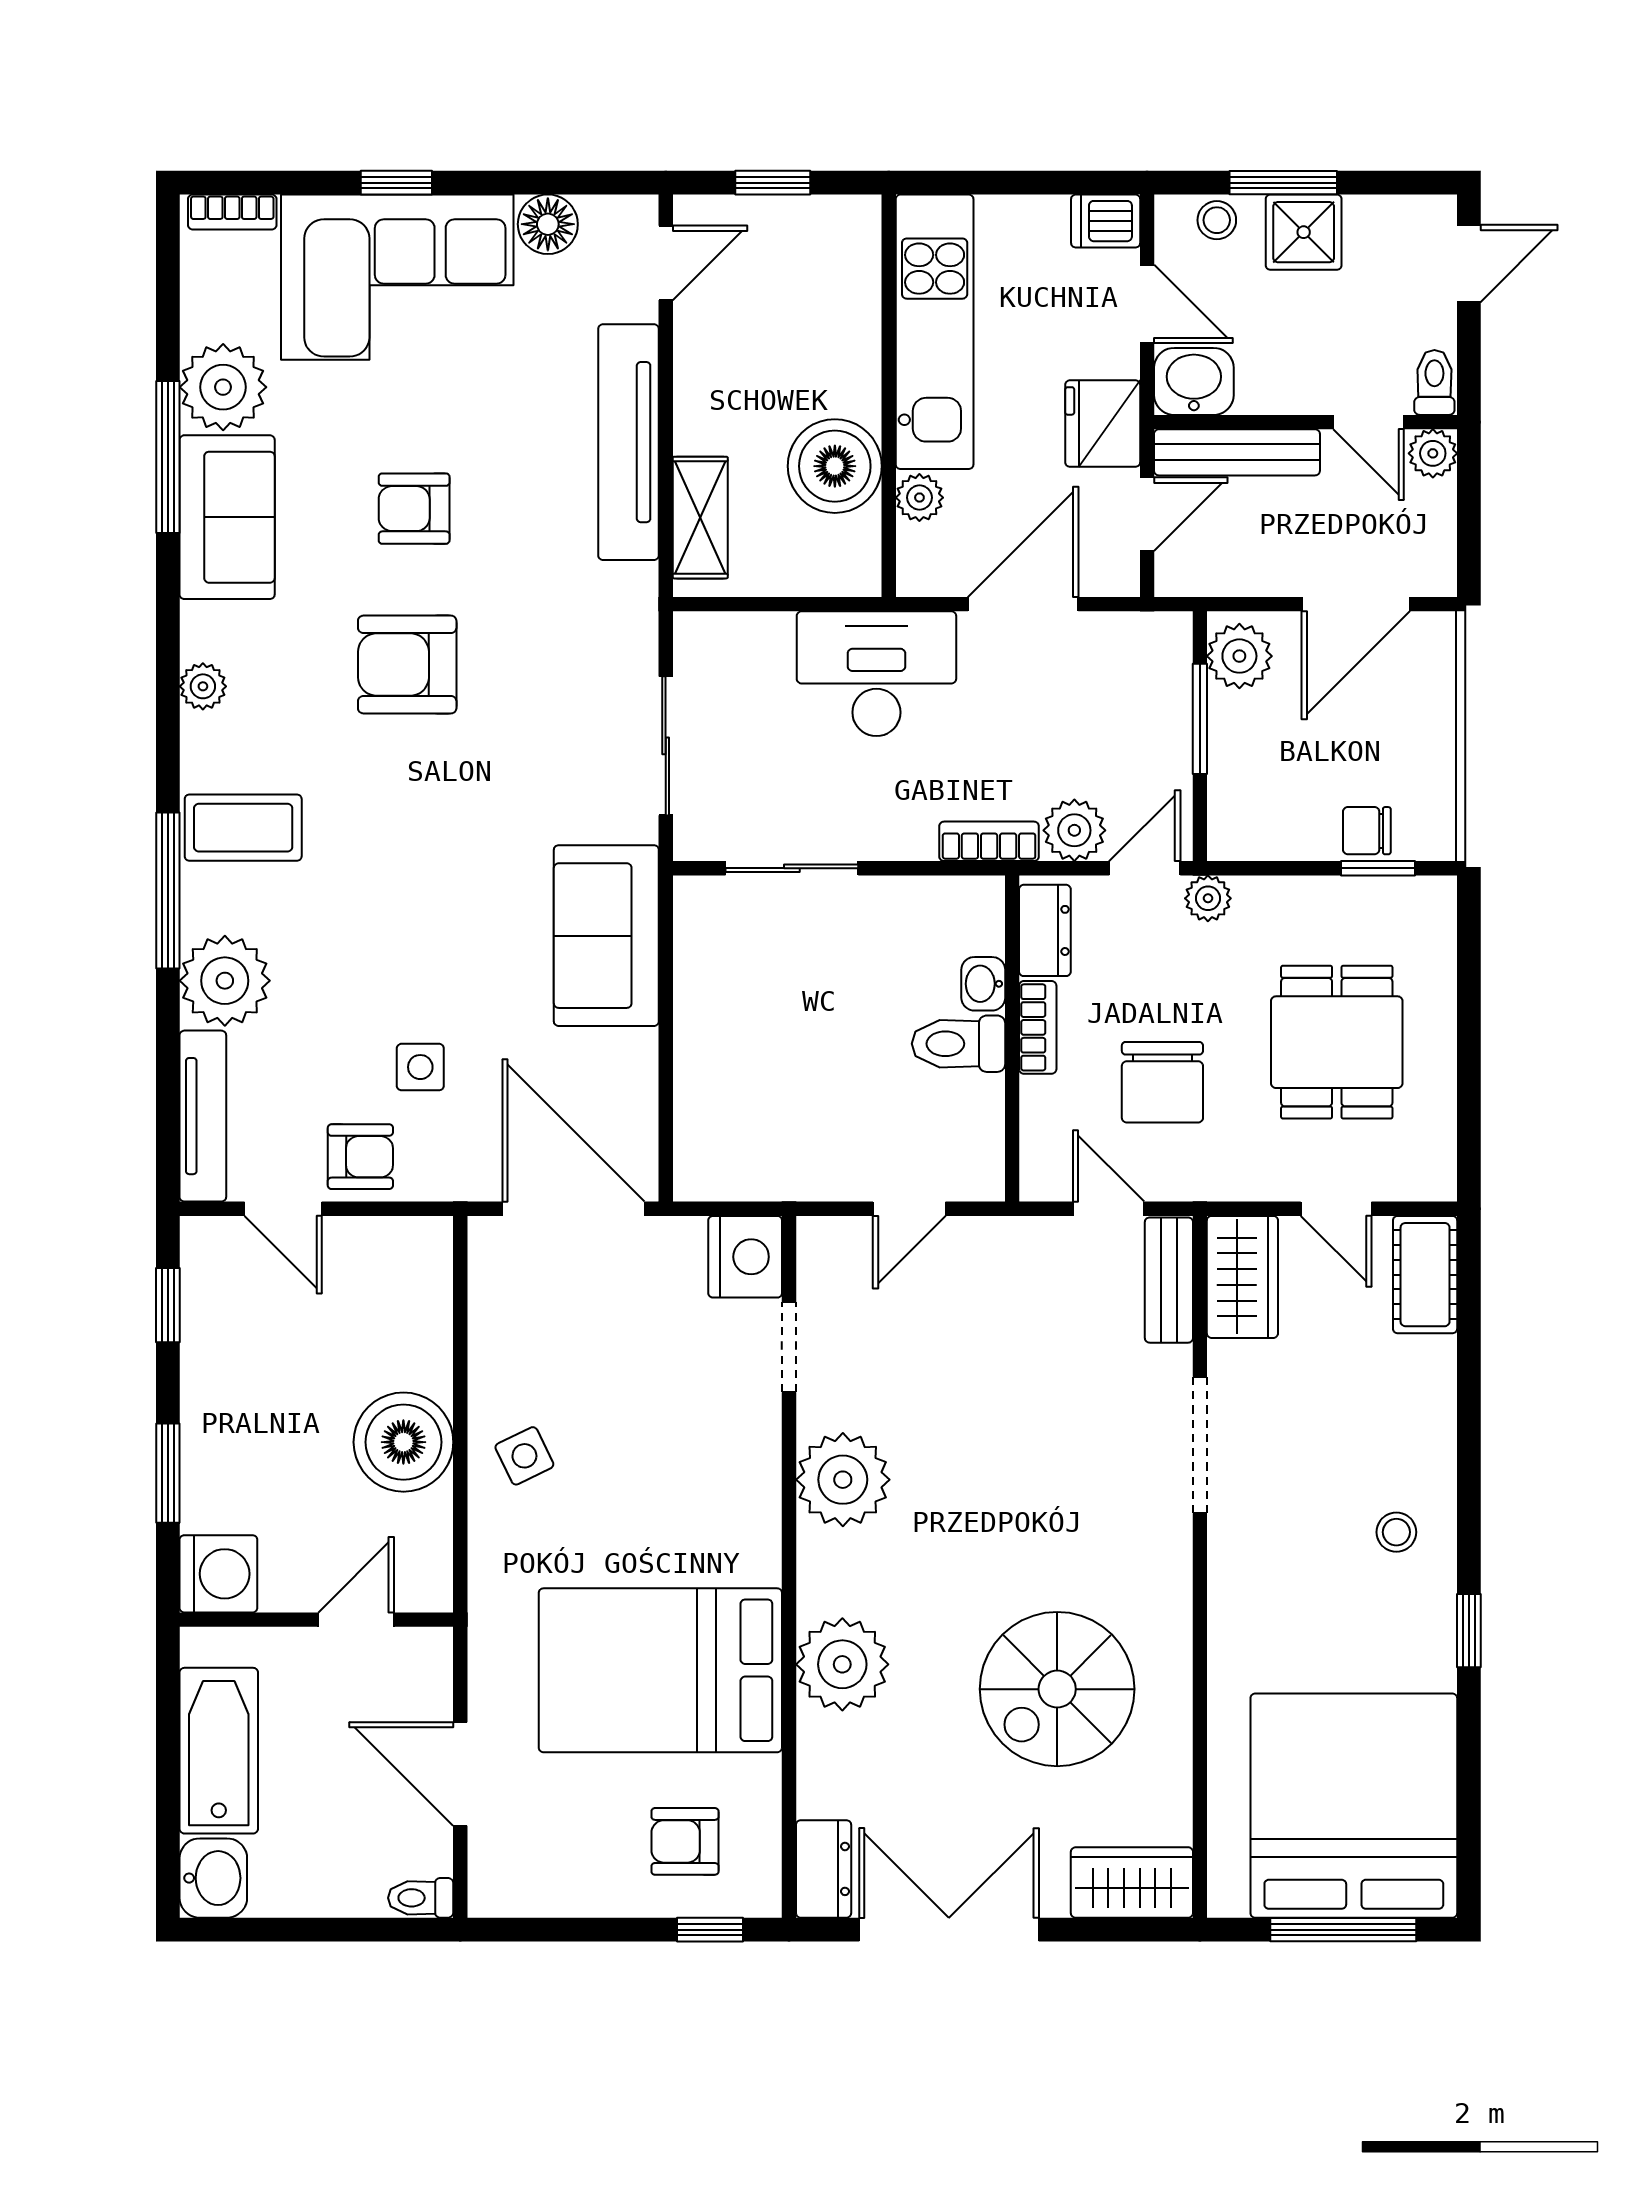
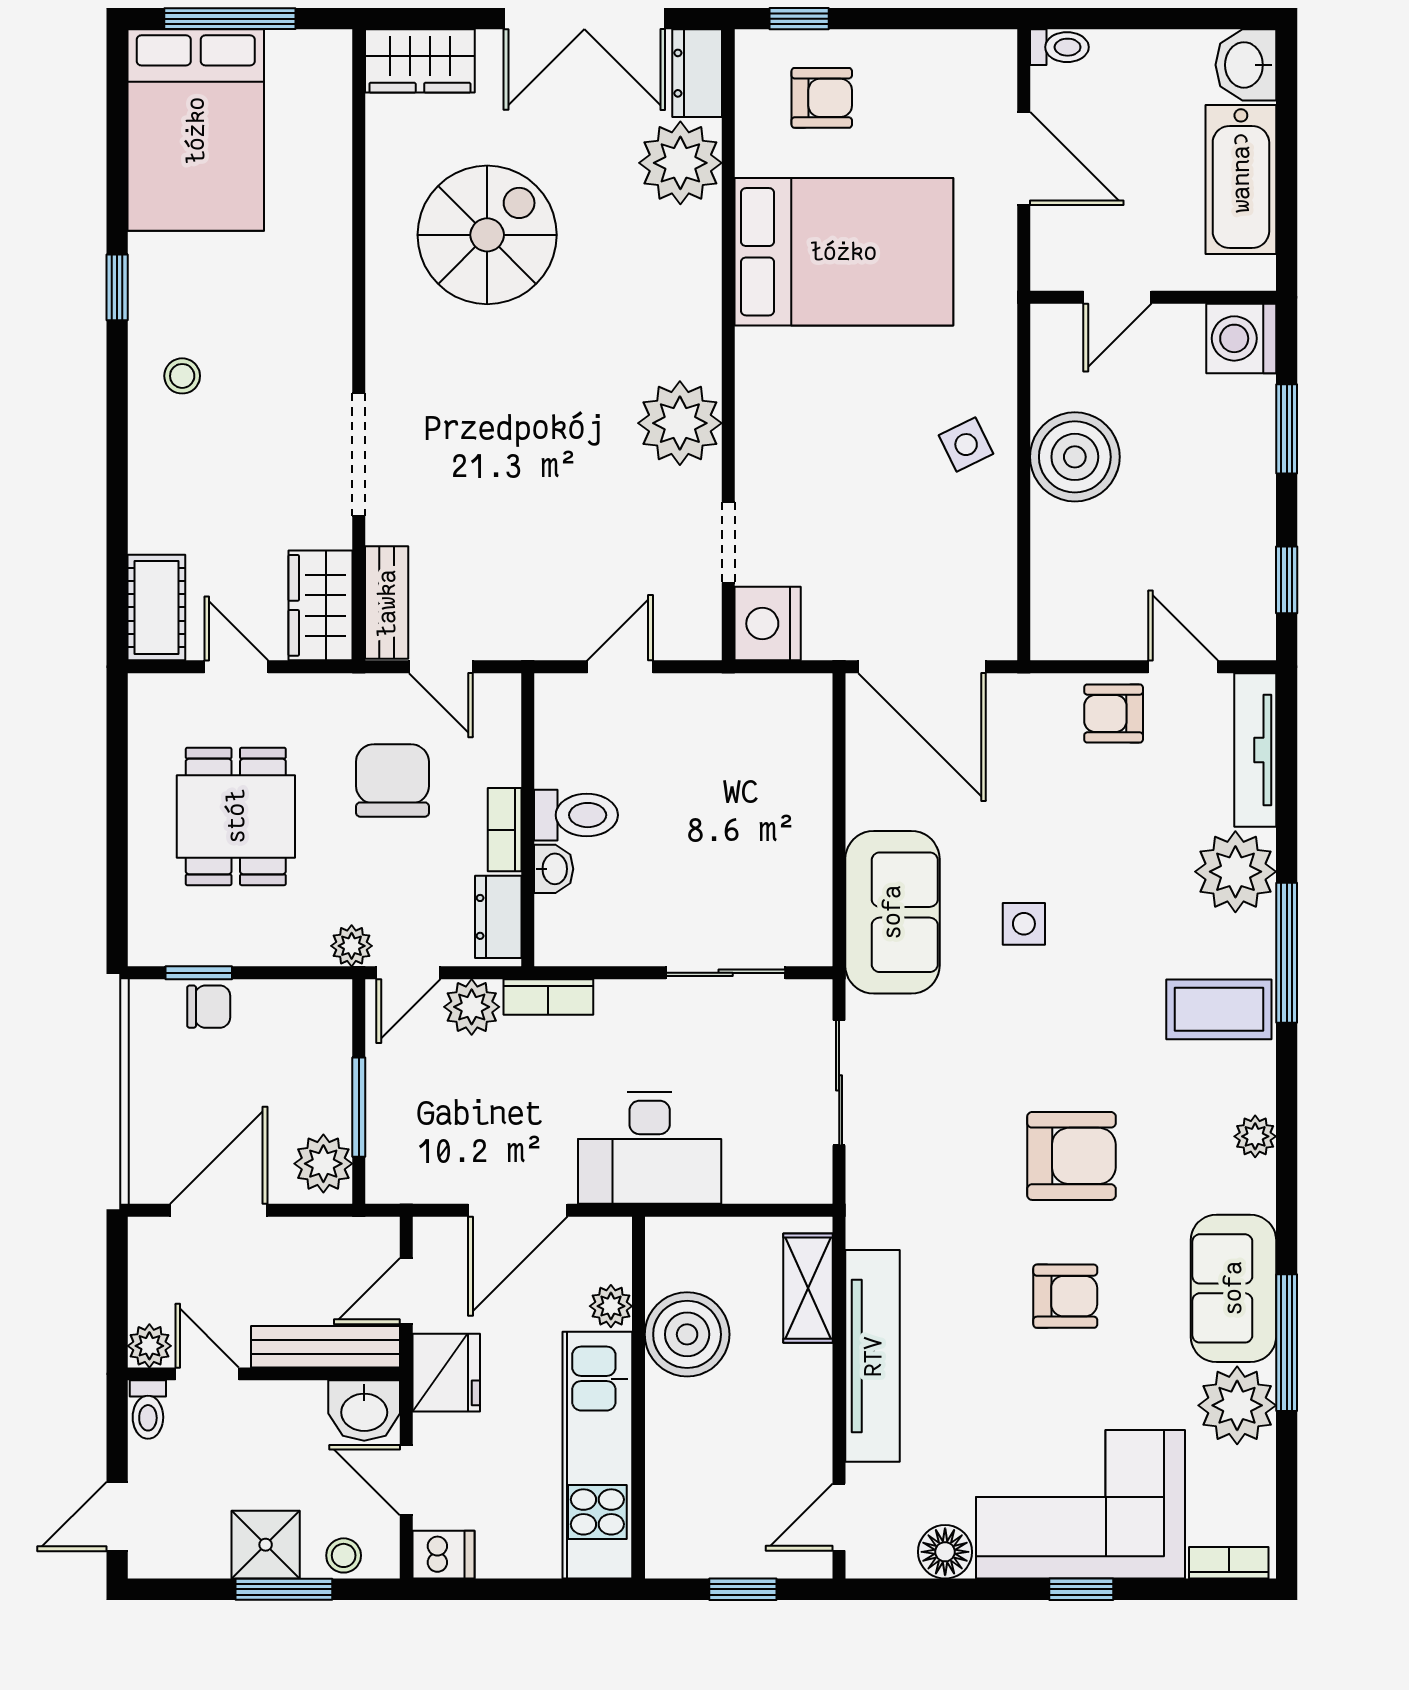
side table: (420, 1067) -> (1024, 924), moved
plant: (842, 1664) -> (680, 163), moved
bed: (1354, 1806) -> (196, 130), width x0.73

